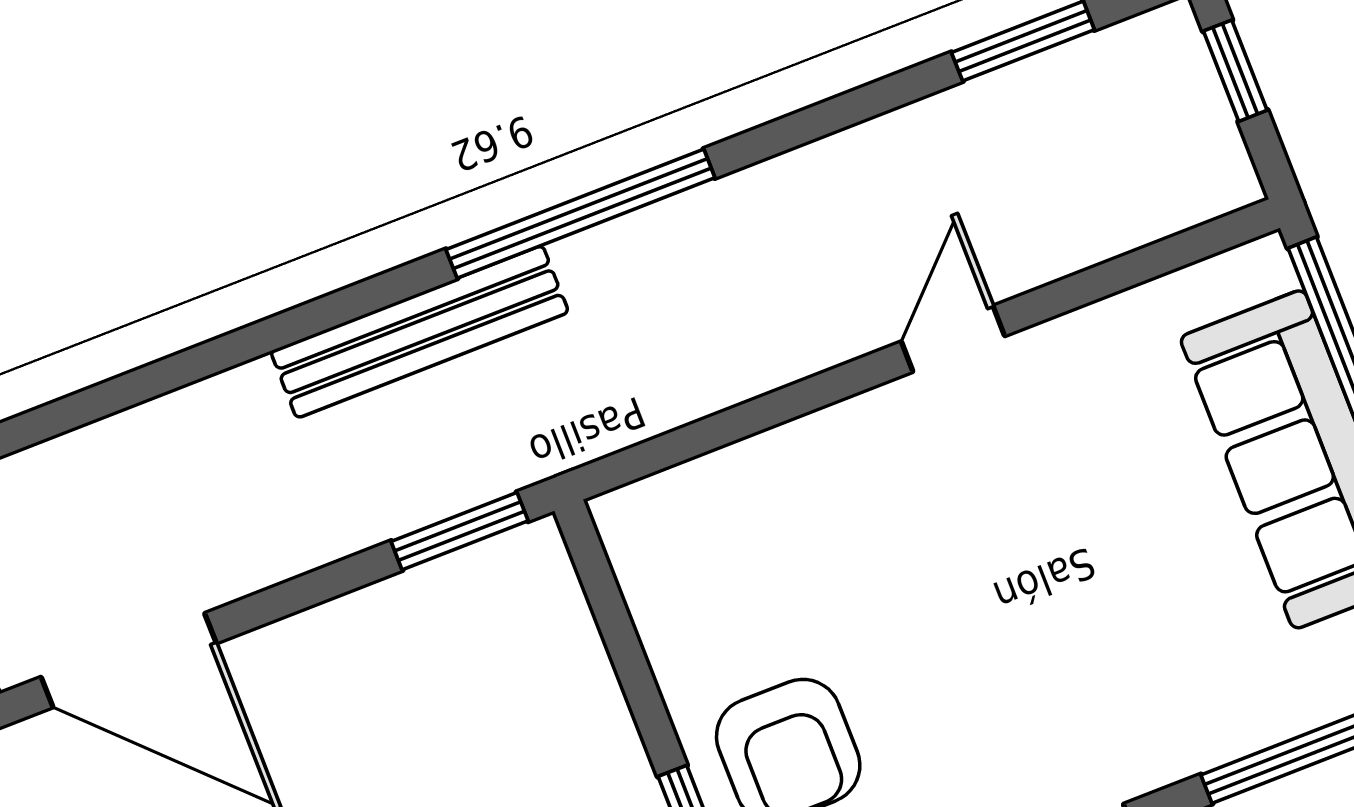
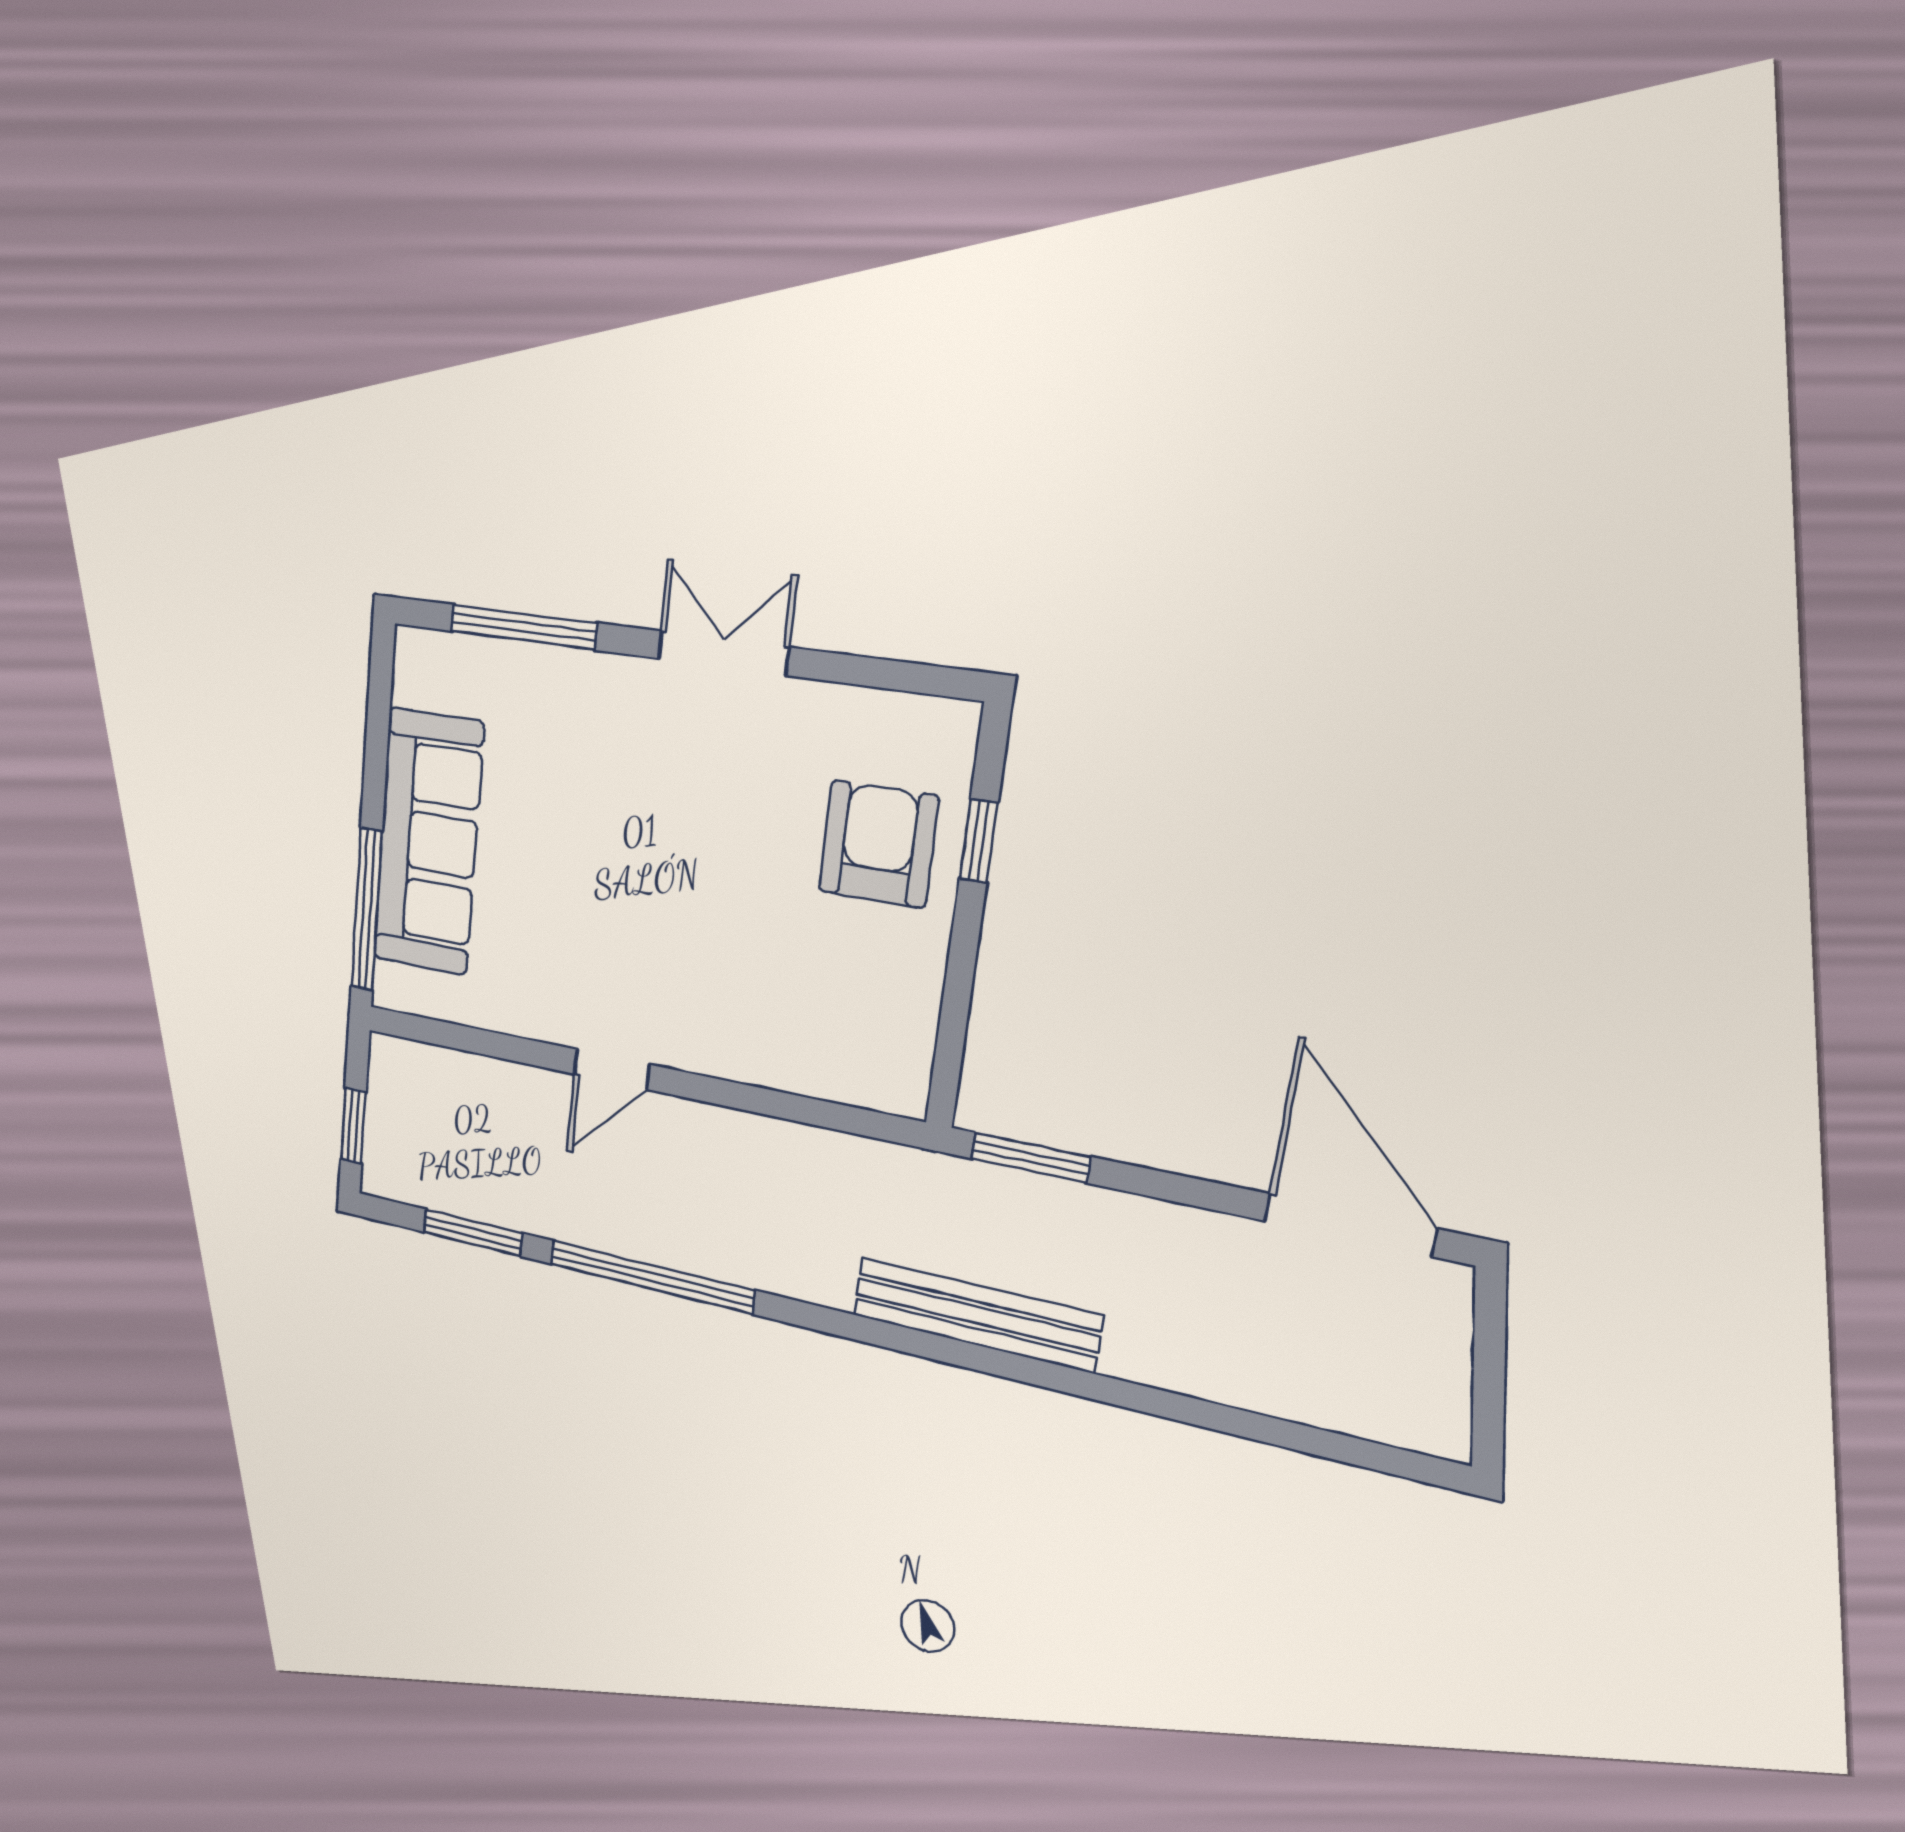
window: (580, 214) -> (651, 1277), moved

